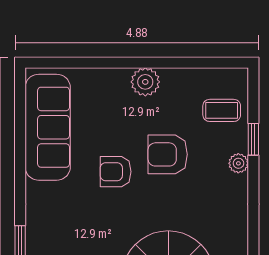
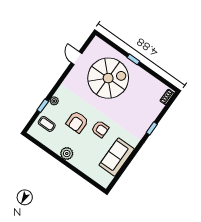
sofa: (48, 127) -> (117, 157), width x0.73
armchair: (168, 154) -> (77, 122), turned 90

